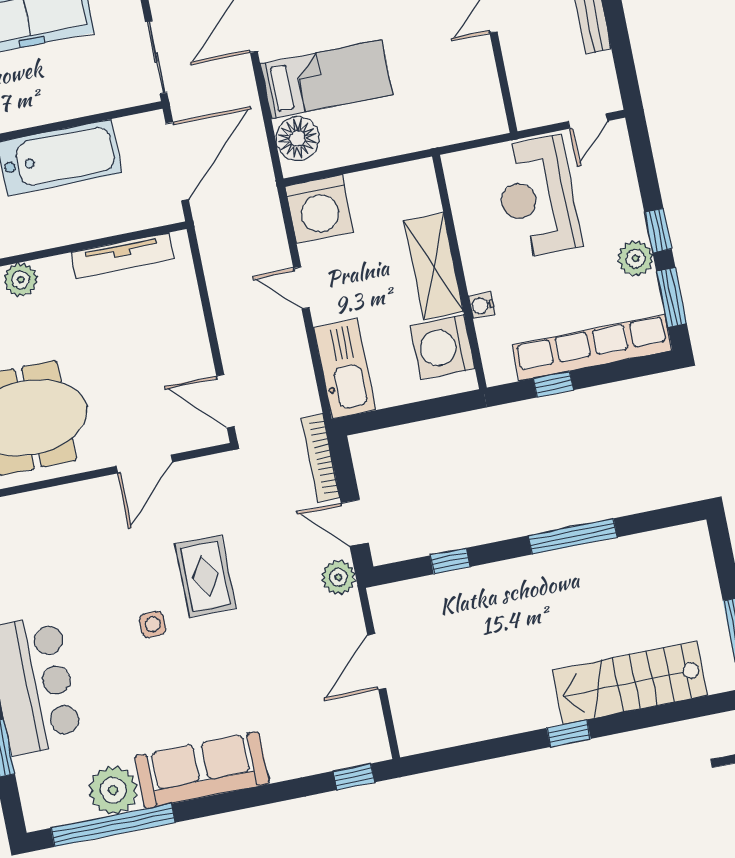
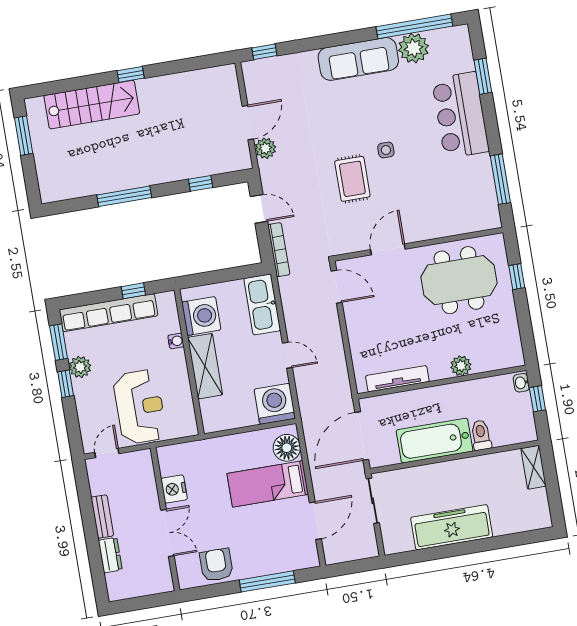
nightstand: (478, 66) -> (174, 489), added
plant: (338, 577) -> (265, 148), moved

